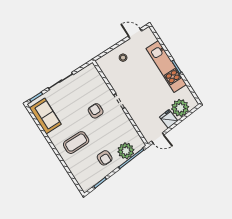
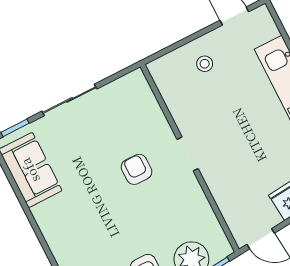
coffee table: (76, 143) -> (89, 232), removed

